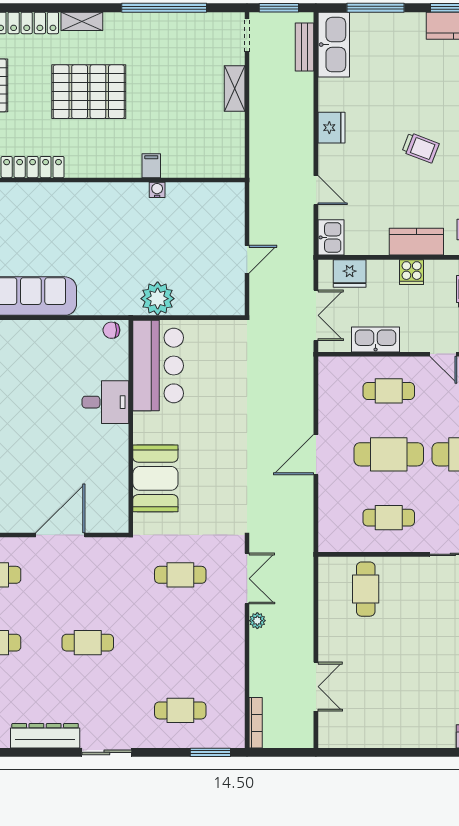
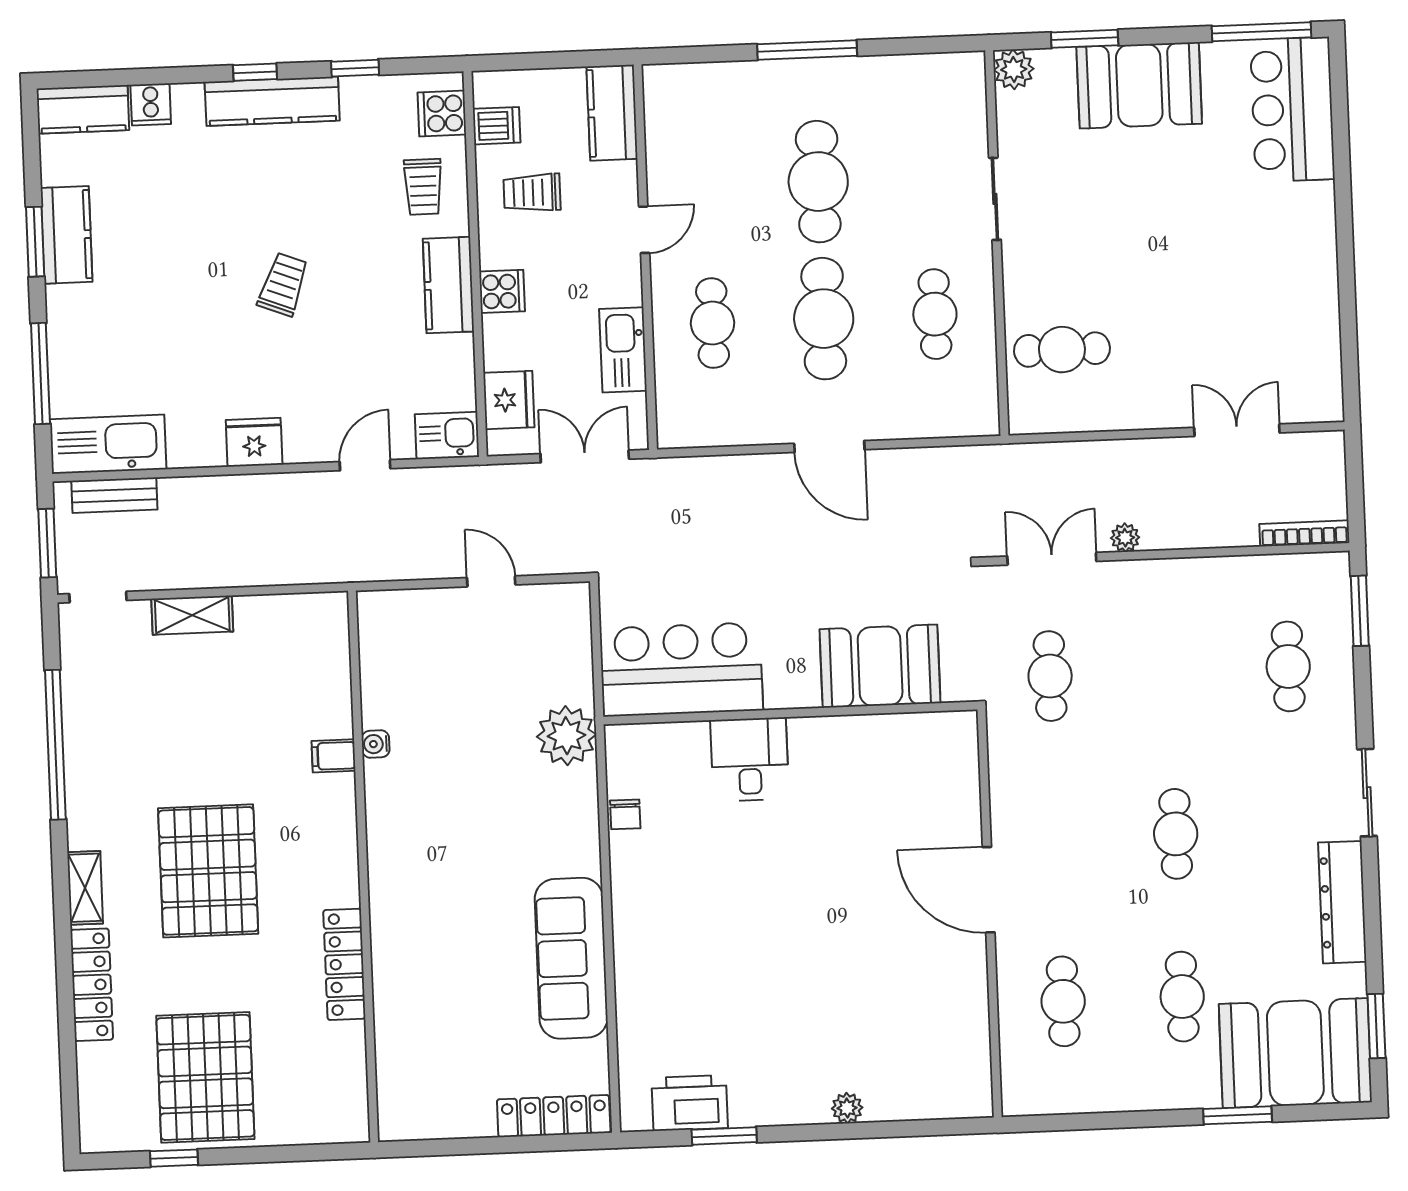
bar counter: (158, 366) -> (682, 669), moved
desk: (105, 402) -> (750, 759), moved
wall: (131, 426) -> (790, 713), moved
booth: (155, 478) -> (880, 666), moved

